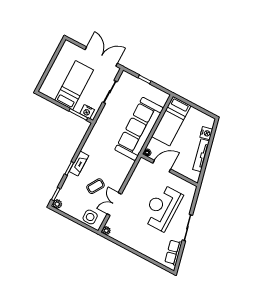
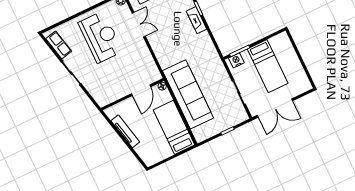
nightstand: (206, 133) -> (141, 150), removed
coffee table: (95, 186) -> (166, 20), removed
reception desk: (162, 208) -> (100, 37), moved

